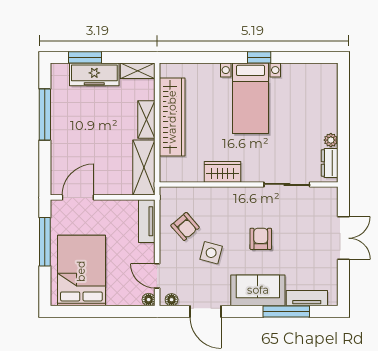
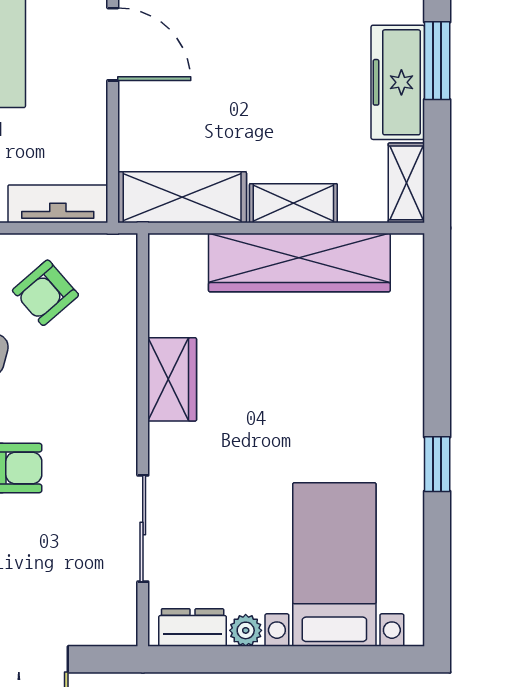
bed with nightstands: (250, 98) -> (334, 565), moved, turned 90

